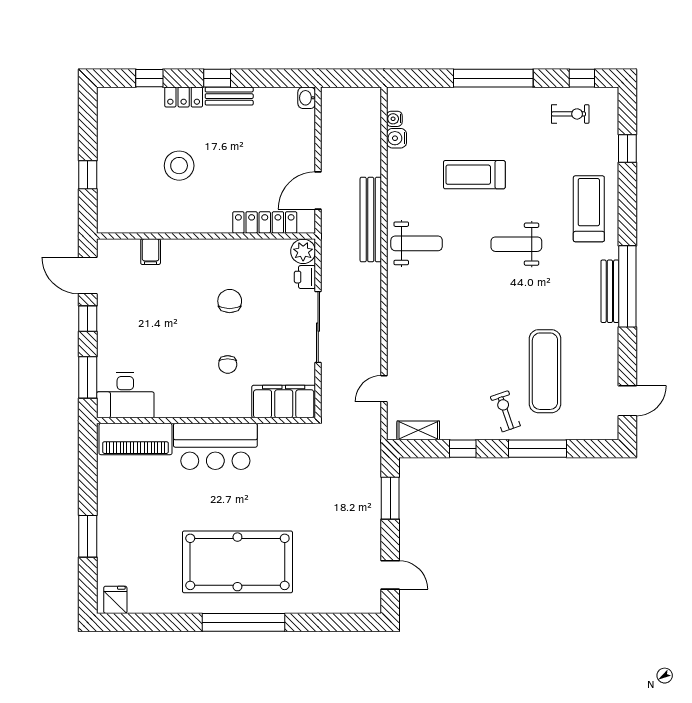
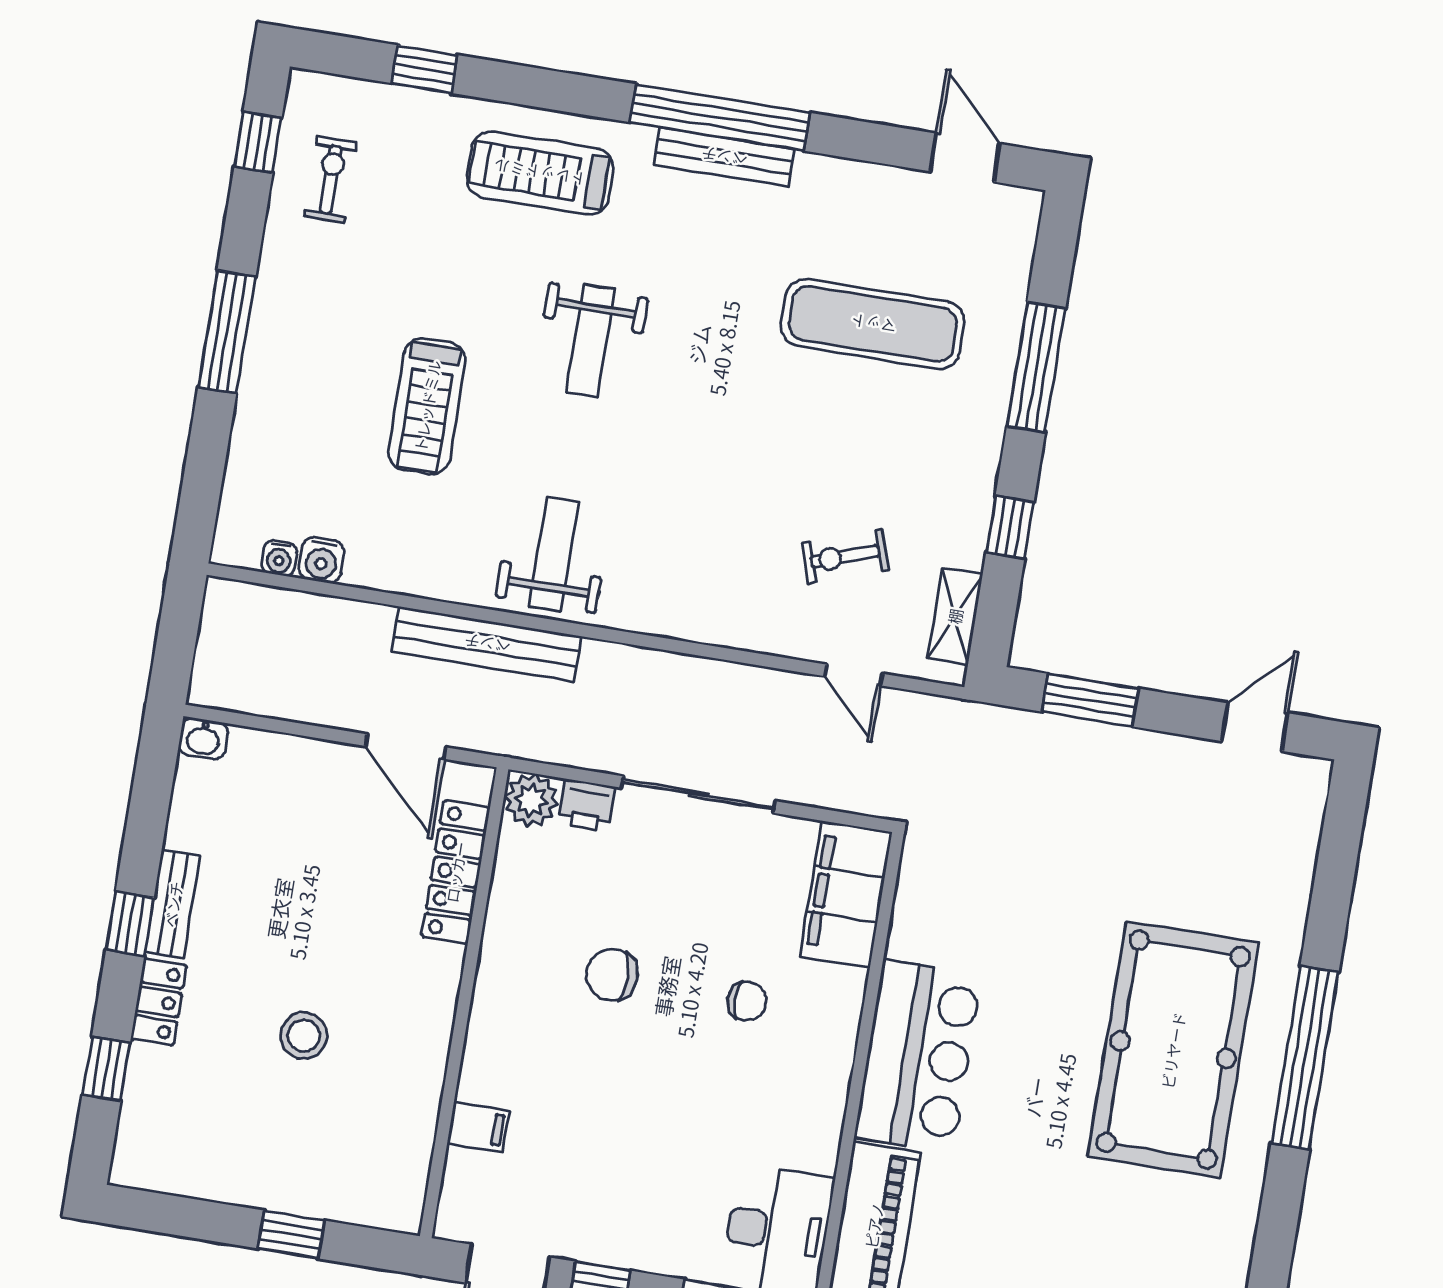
window: (493, 78) -> (227, 332), width x0.68
stool: (179, 166) -> (304, 1036), width x0.73, depth x0.73
exercise bike: (505, 411) -> (845, 556), moved

